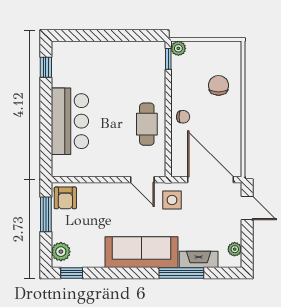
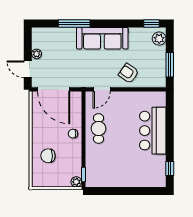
chair: (219, 85) -> (48, 156), turned 90
door: (142, 180) -> (102, 89), swing flipped
armchair: (65, 198) -> (129, 73), moved, turned -55
side table: (172, 200) -> (81, 75), removed
plant: (235, 249) -> (37, 54), moved
fireplace: (199, 259) -> (62, 33), removed

